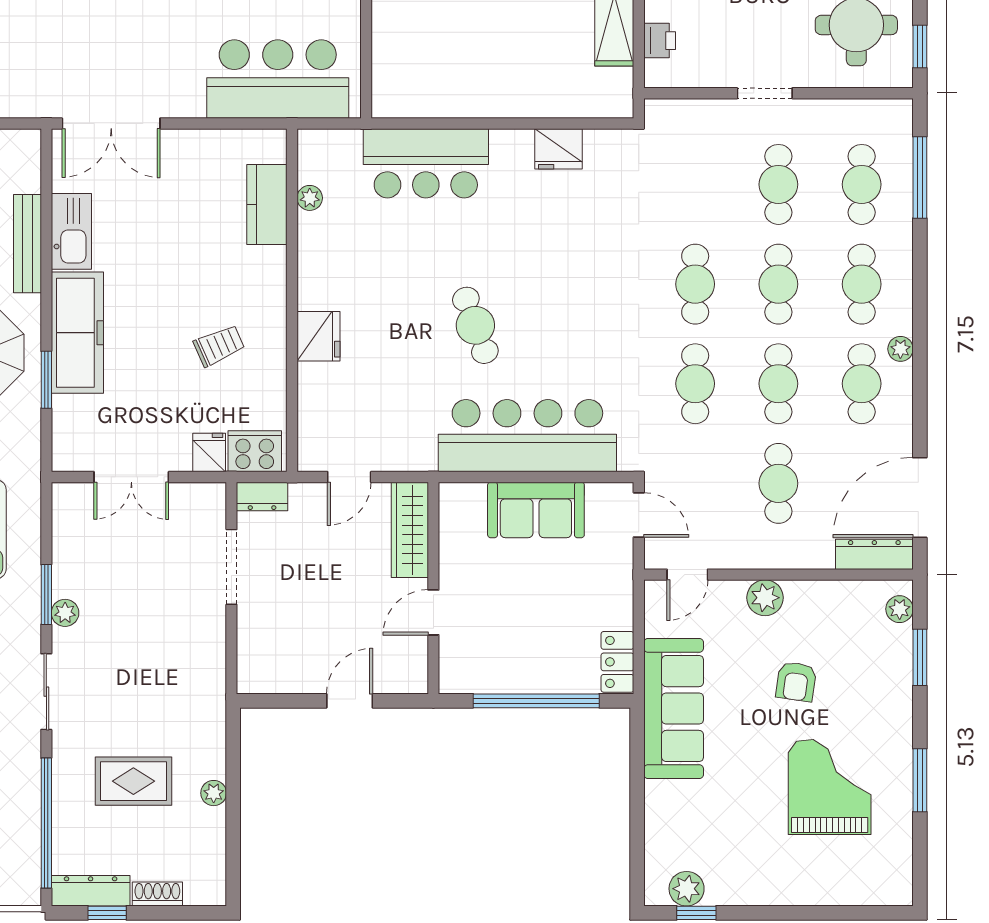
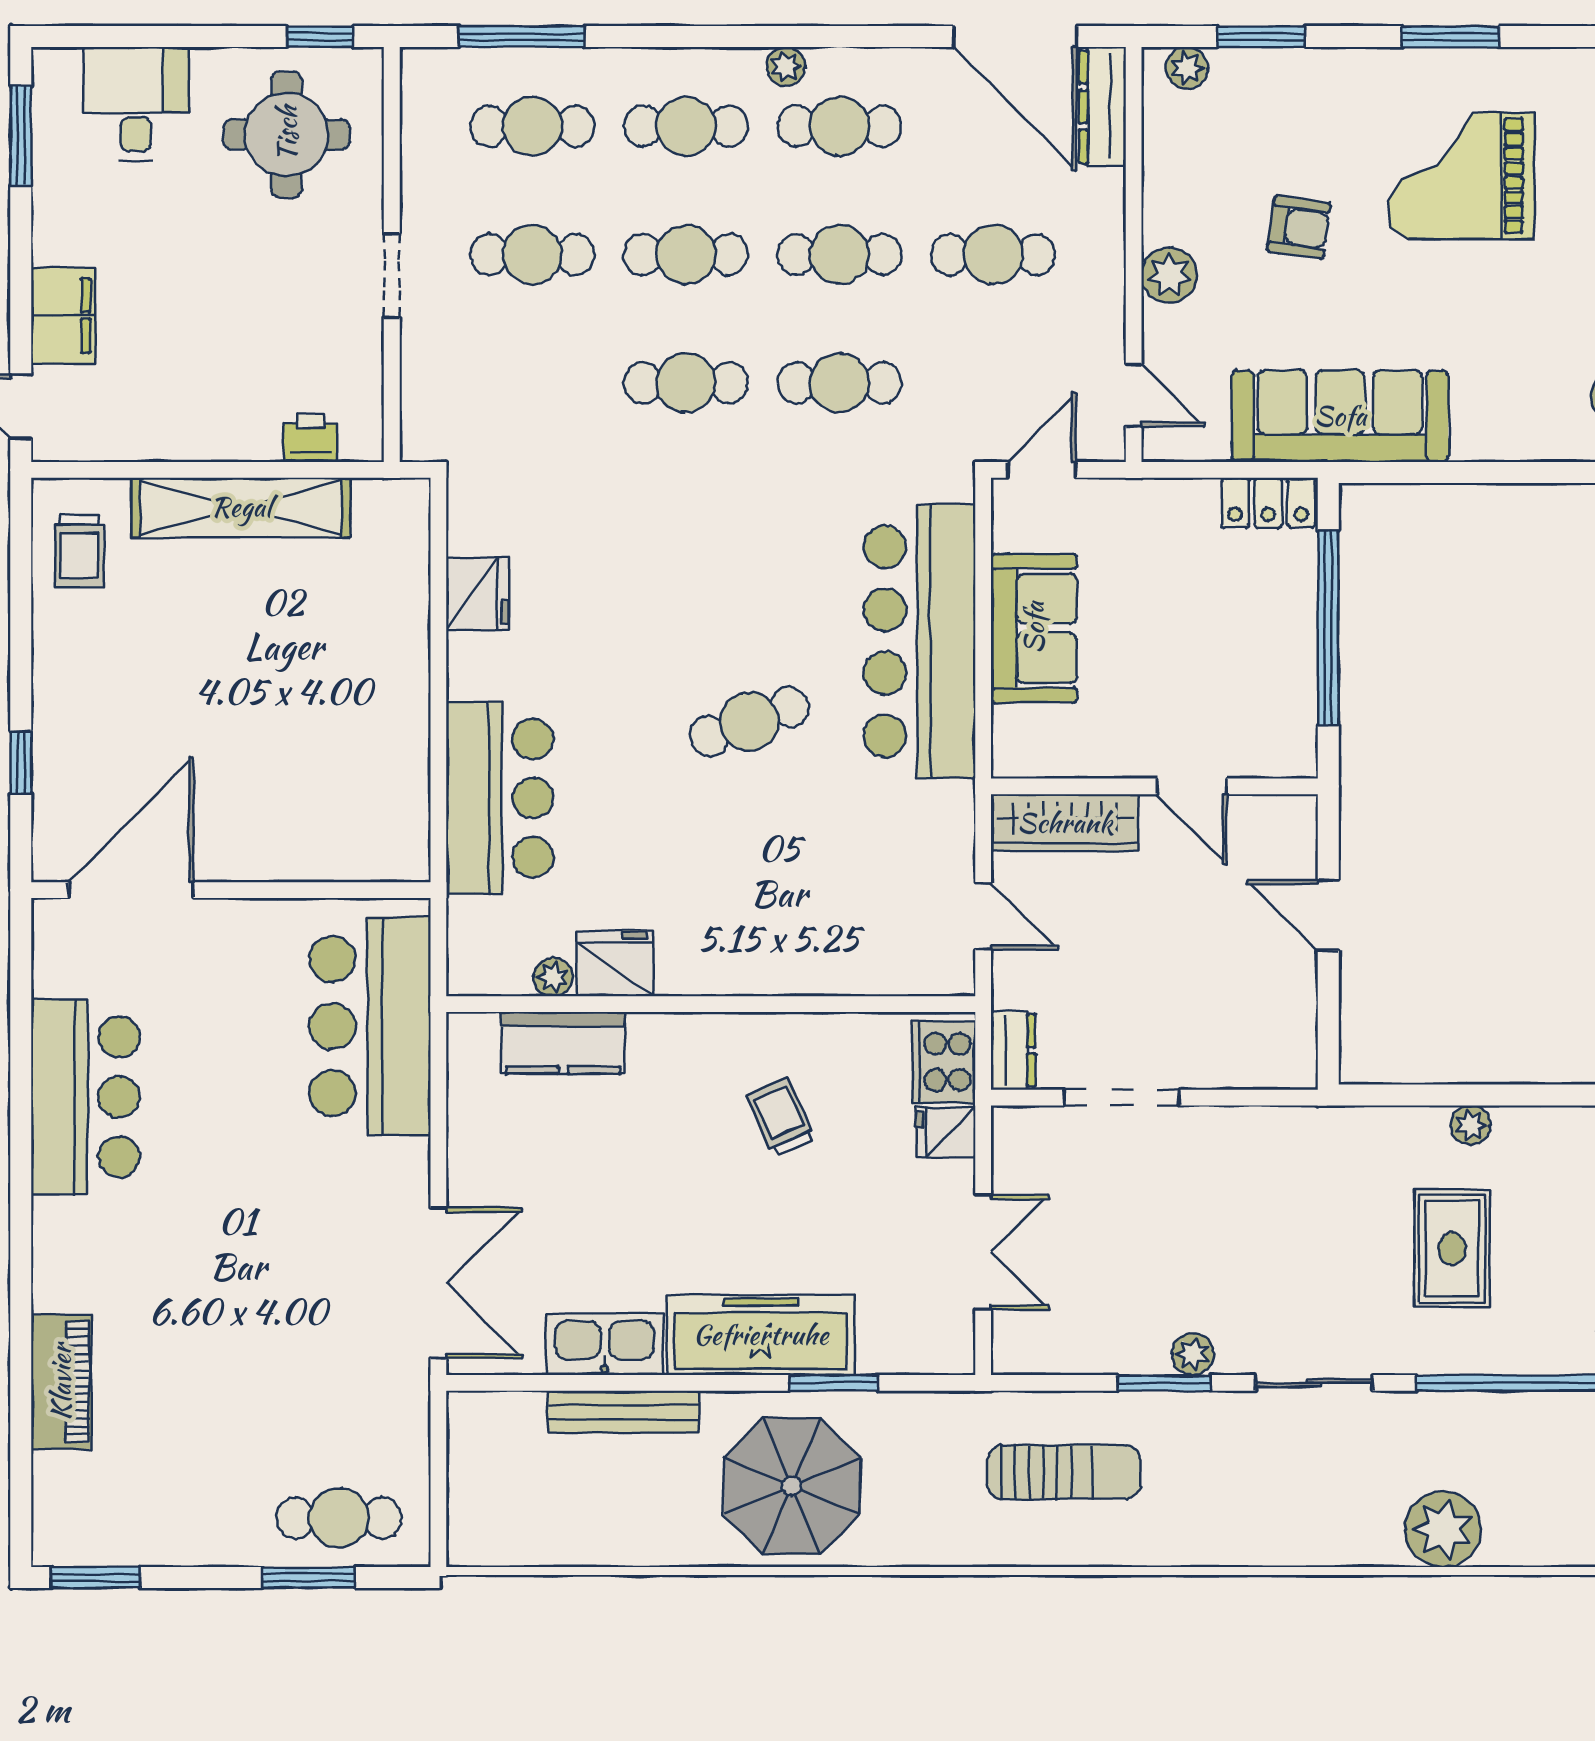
fridge: (318, 336) -> (615, 964), moved

